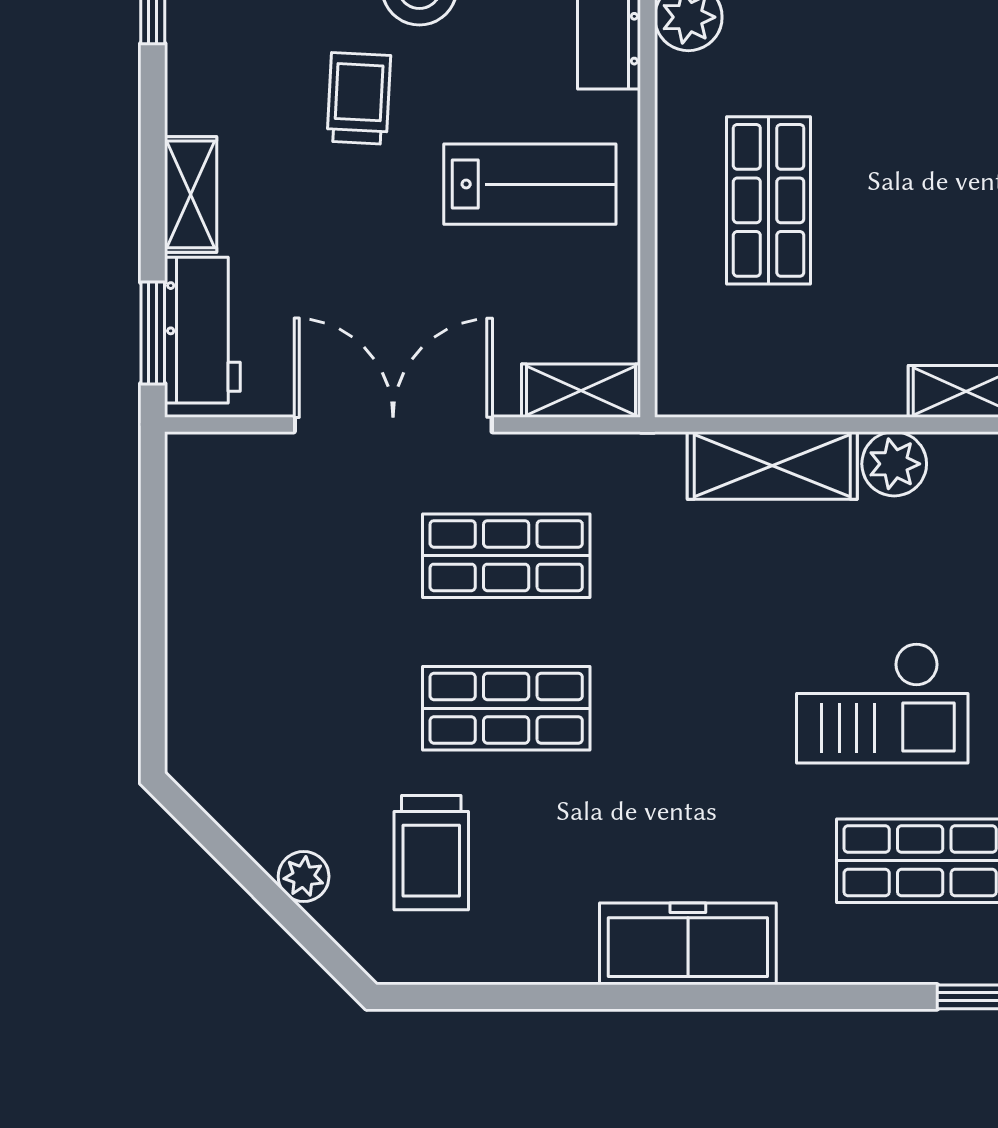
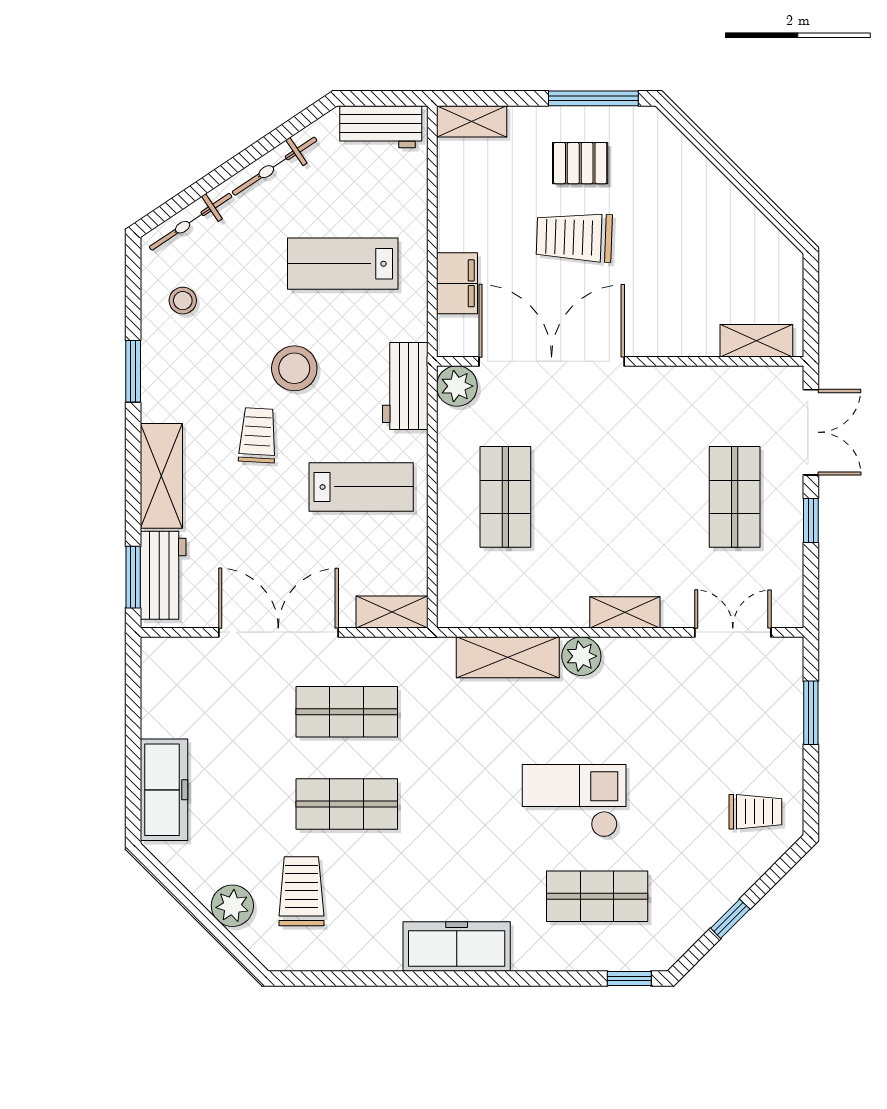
shelving: (191, 194) -> (161, 476), width x1.50, depth x1.33
freezer: (204, 685) -> (164, 790), added
checkout: (882, 703) -> (574, 801), turned 180
trolley: (431, 853) -> (301, 891), turned 180
plant: (304, 876) -> (232, 906), width x1.38, depth x1.38

